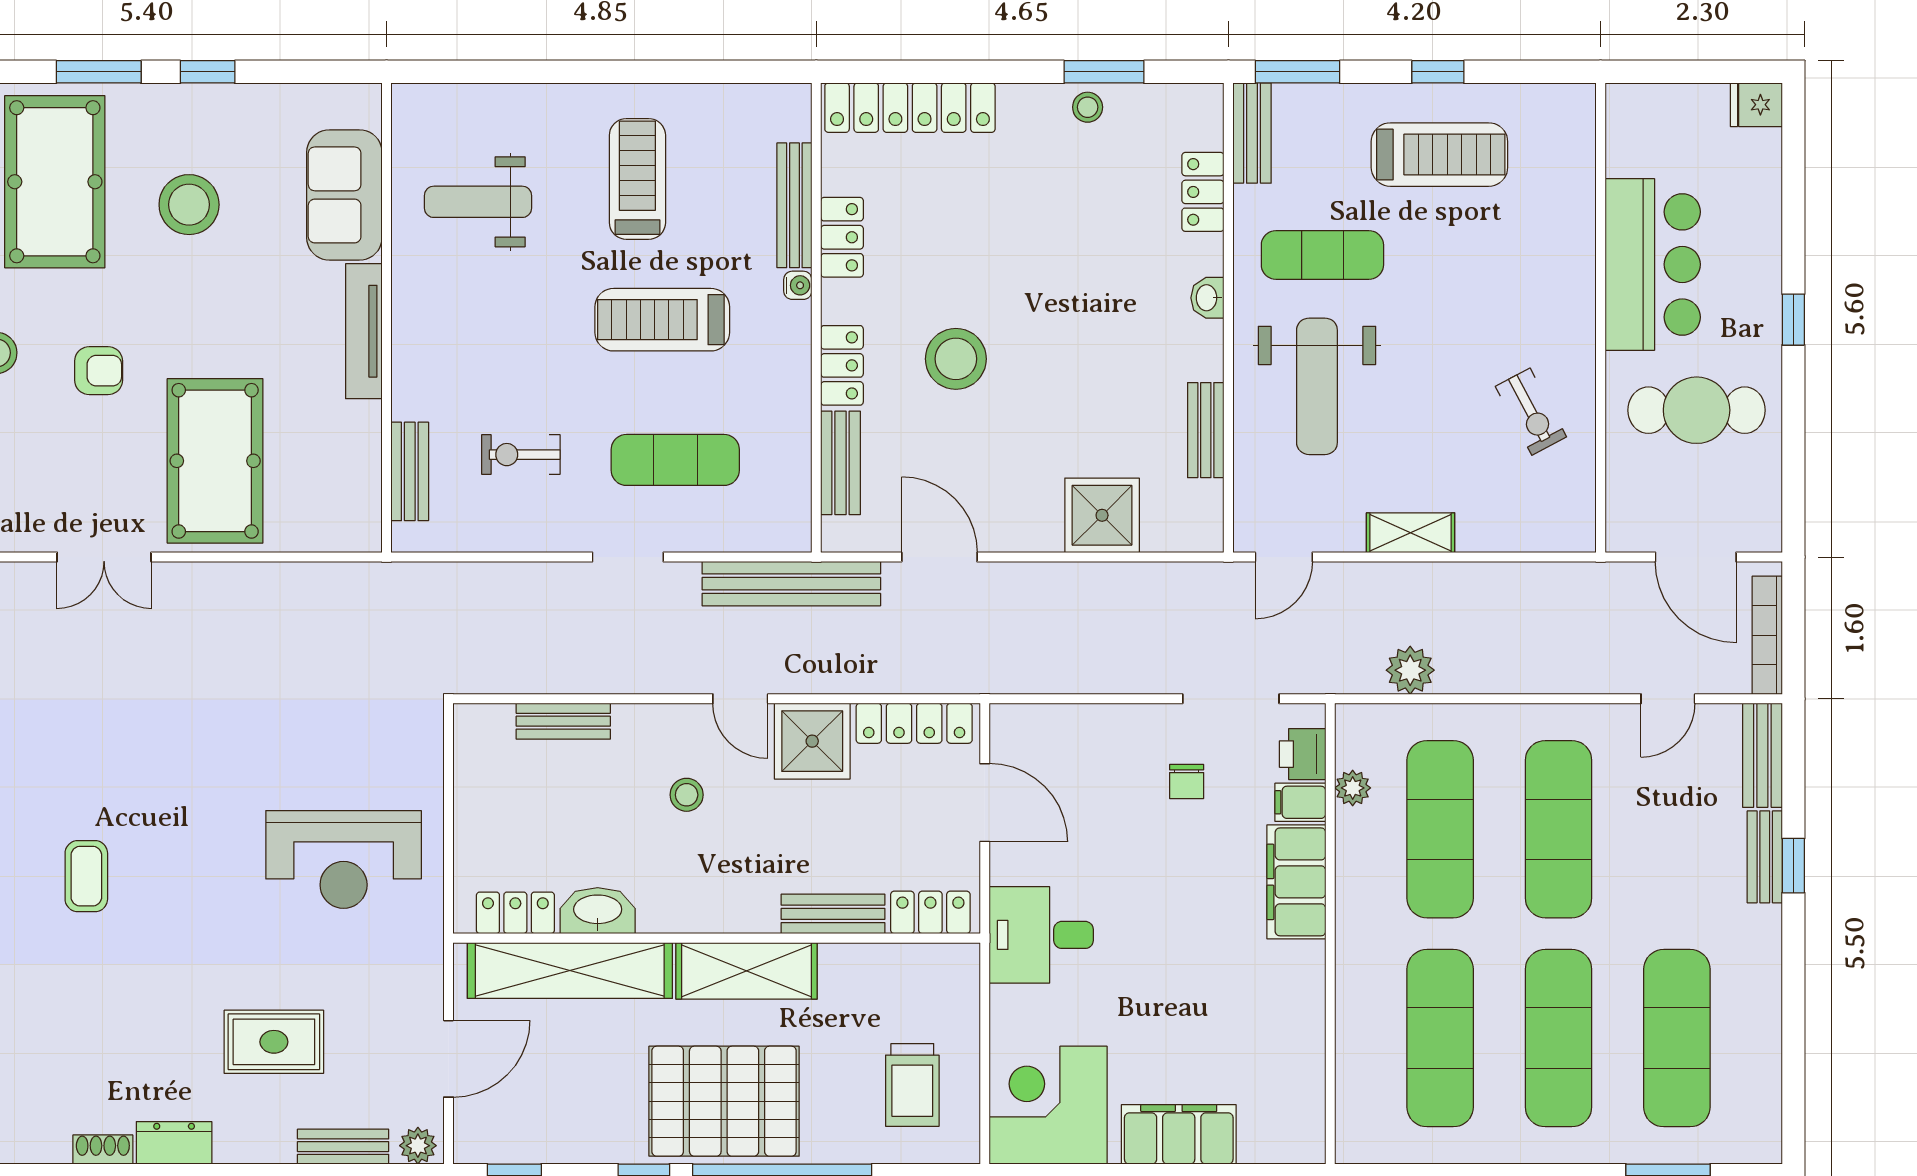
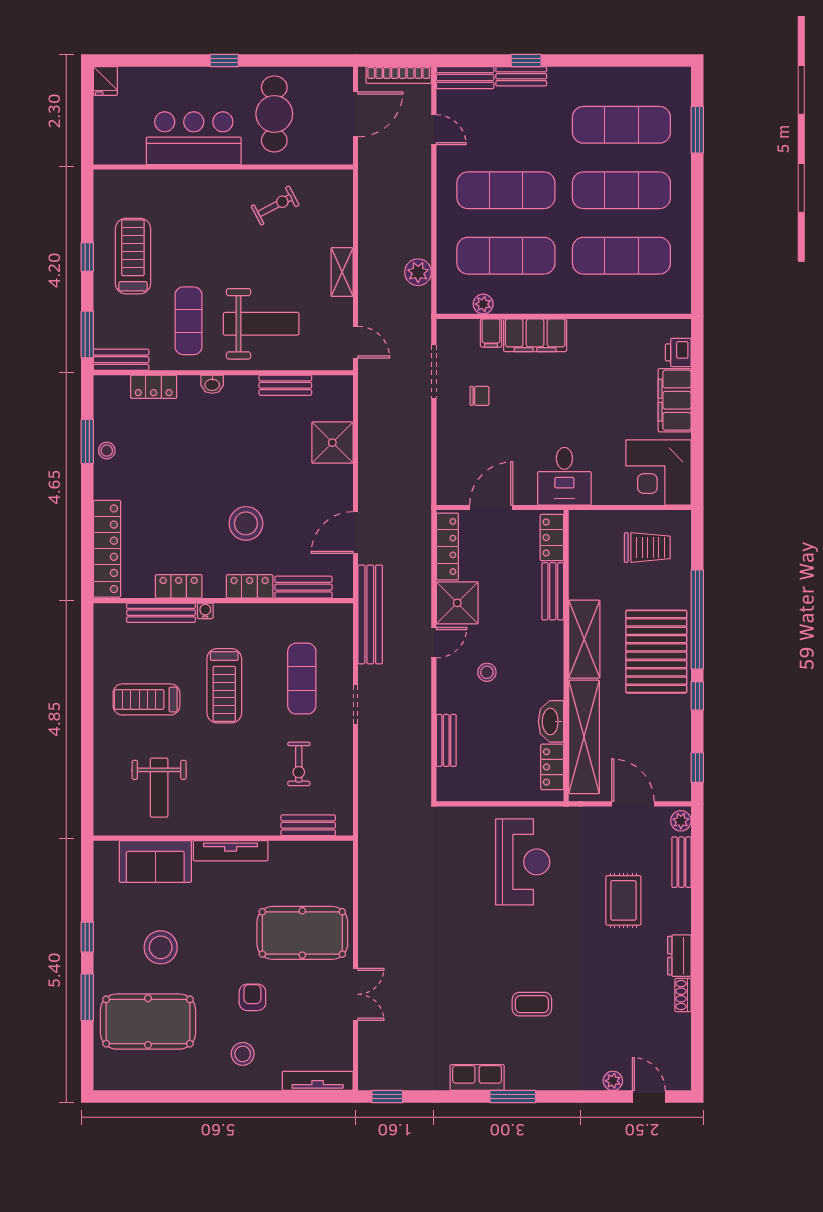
printer: (1303, 754) -> (678, 352), moved, turned 90

